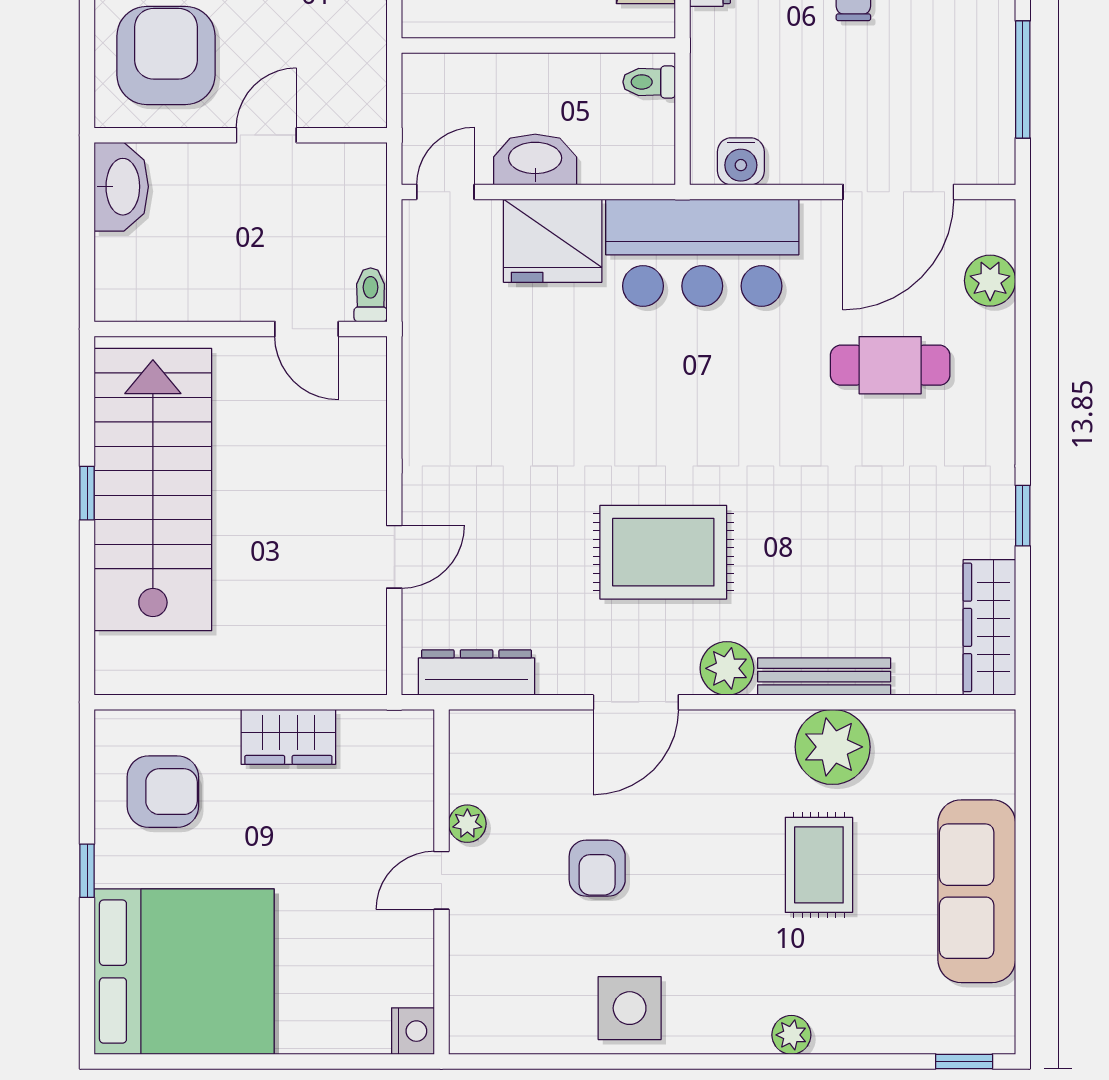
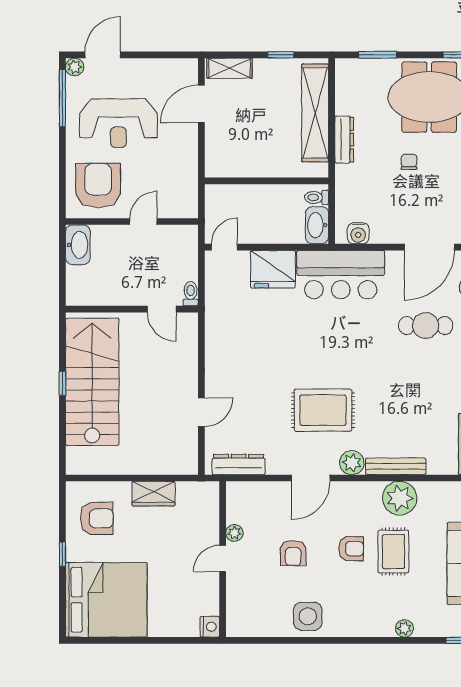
washbasin: (535, 159) -> (317, 225), moved, turned -90
armchair: (725, 859) -> (351, 549), added
plant: (791, 1035) -> (405, 628), moved

